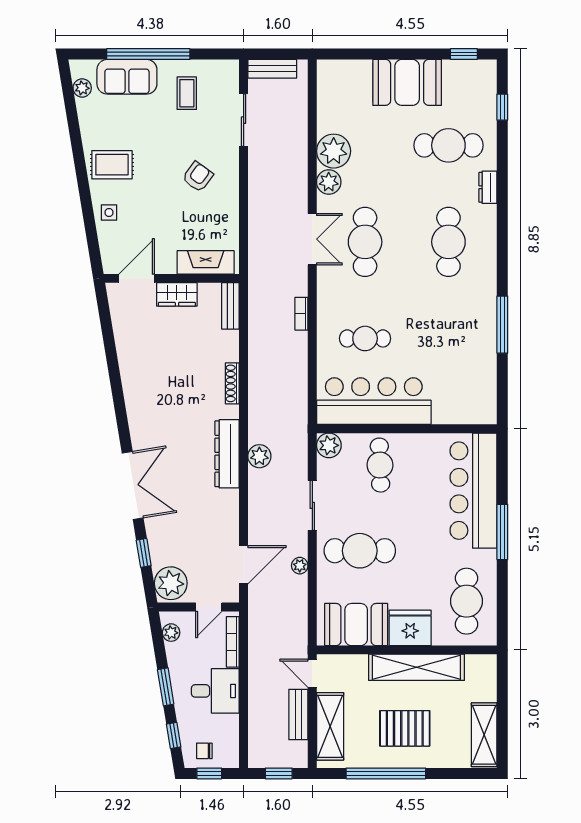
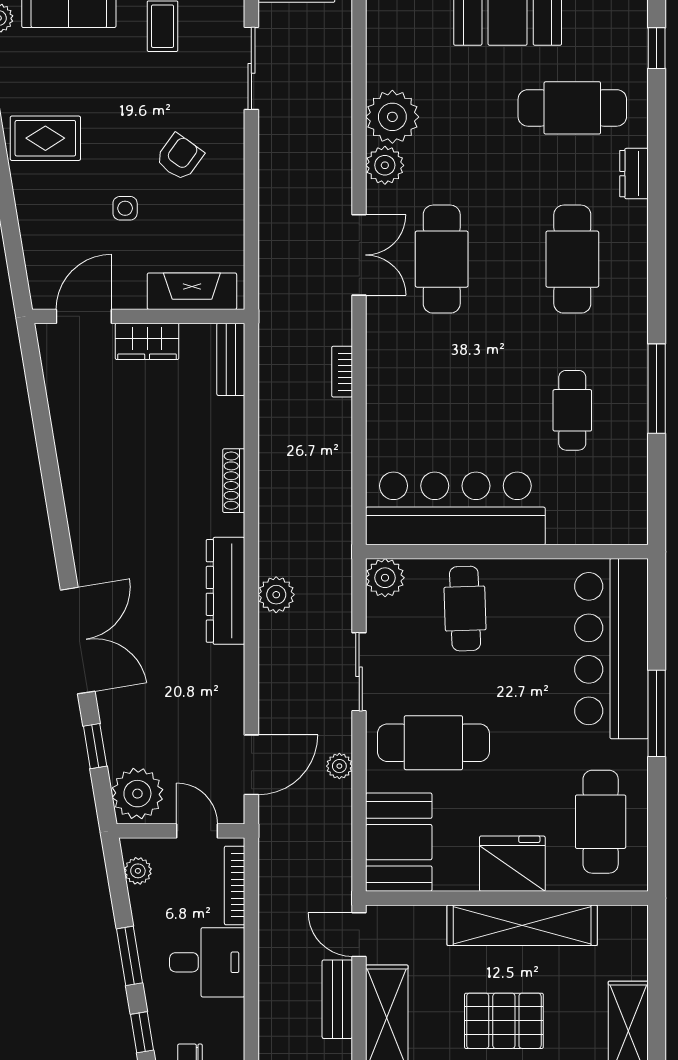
side table: (109, 213) -> (125, 208), moved
cafe table: (365, 338) -> (572, 410), moved, turned 90
door: (209, 607) -> (197, 831), swing flipped
booth: (356, 625) -> (399, 842), moved, turned 90

